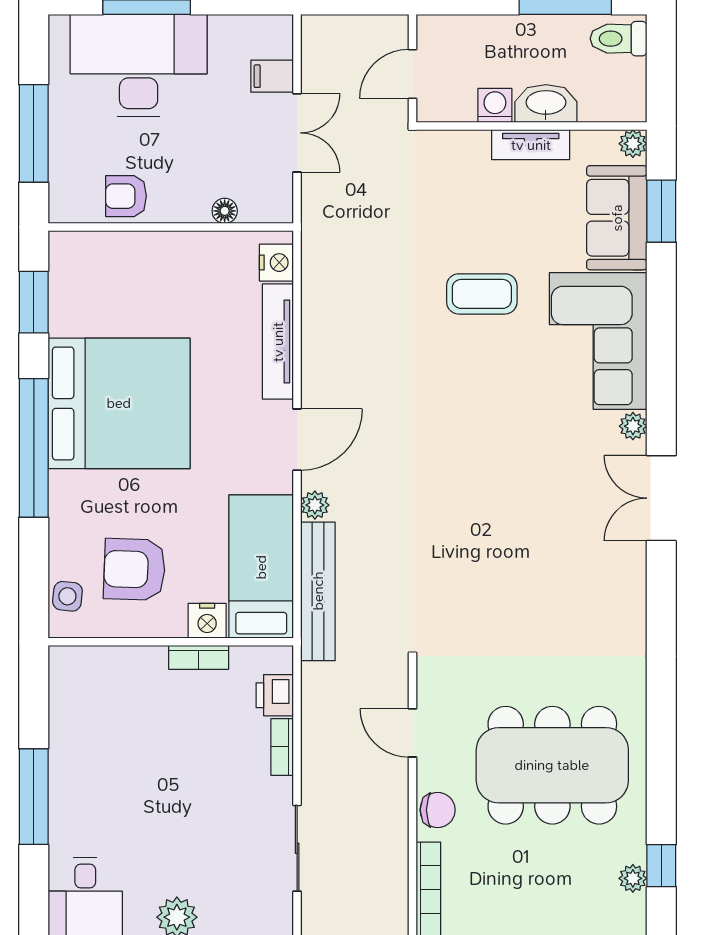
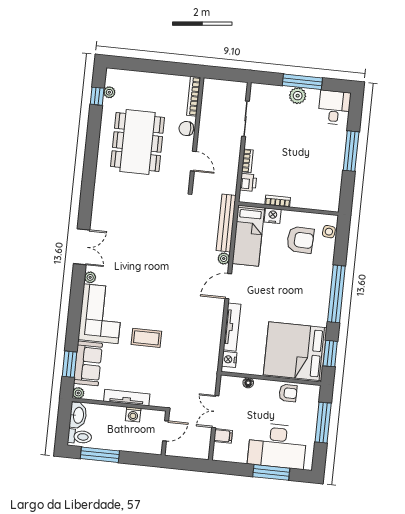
washbasin: (546, 104) -> (78, 415), moved, turned -90
tv unit: (531, 145) -> (127, 398), width x1.41
bed: (119, 403) -> (295, 351), moved
dining table: (552, 765) -> (138, 142), turned 90

